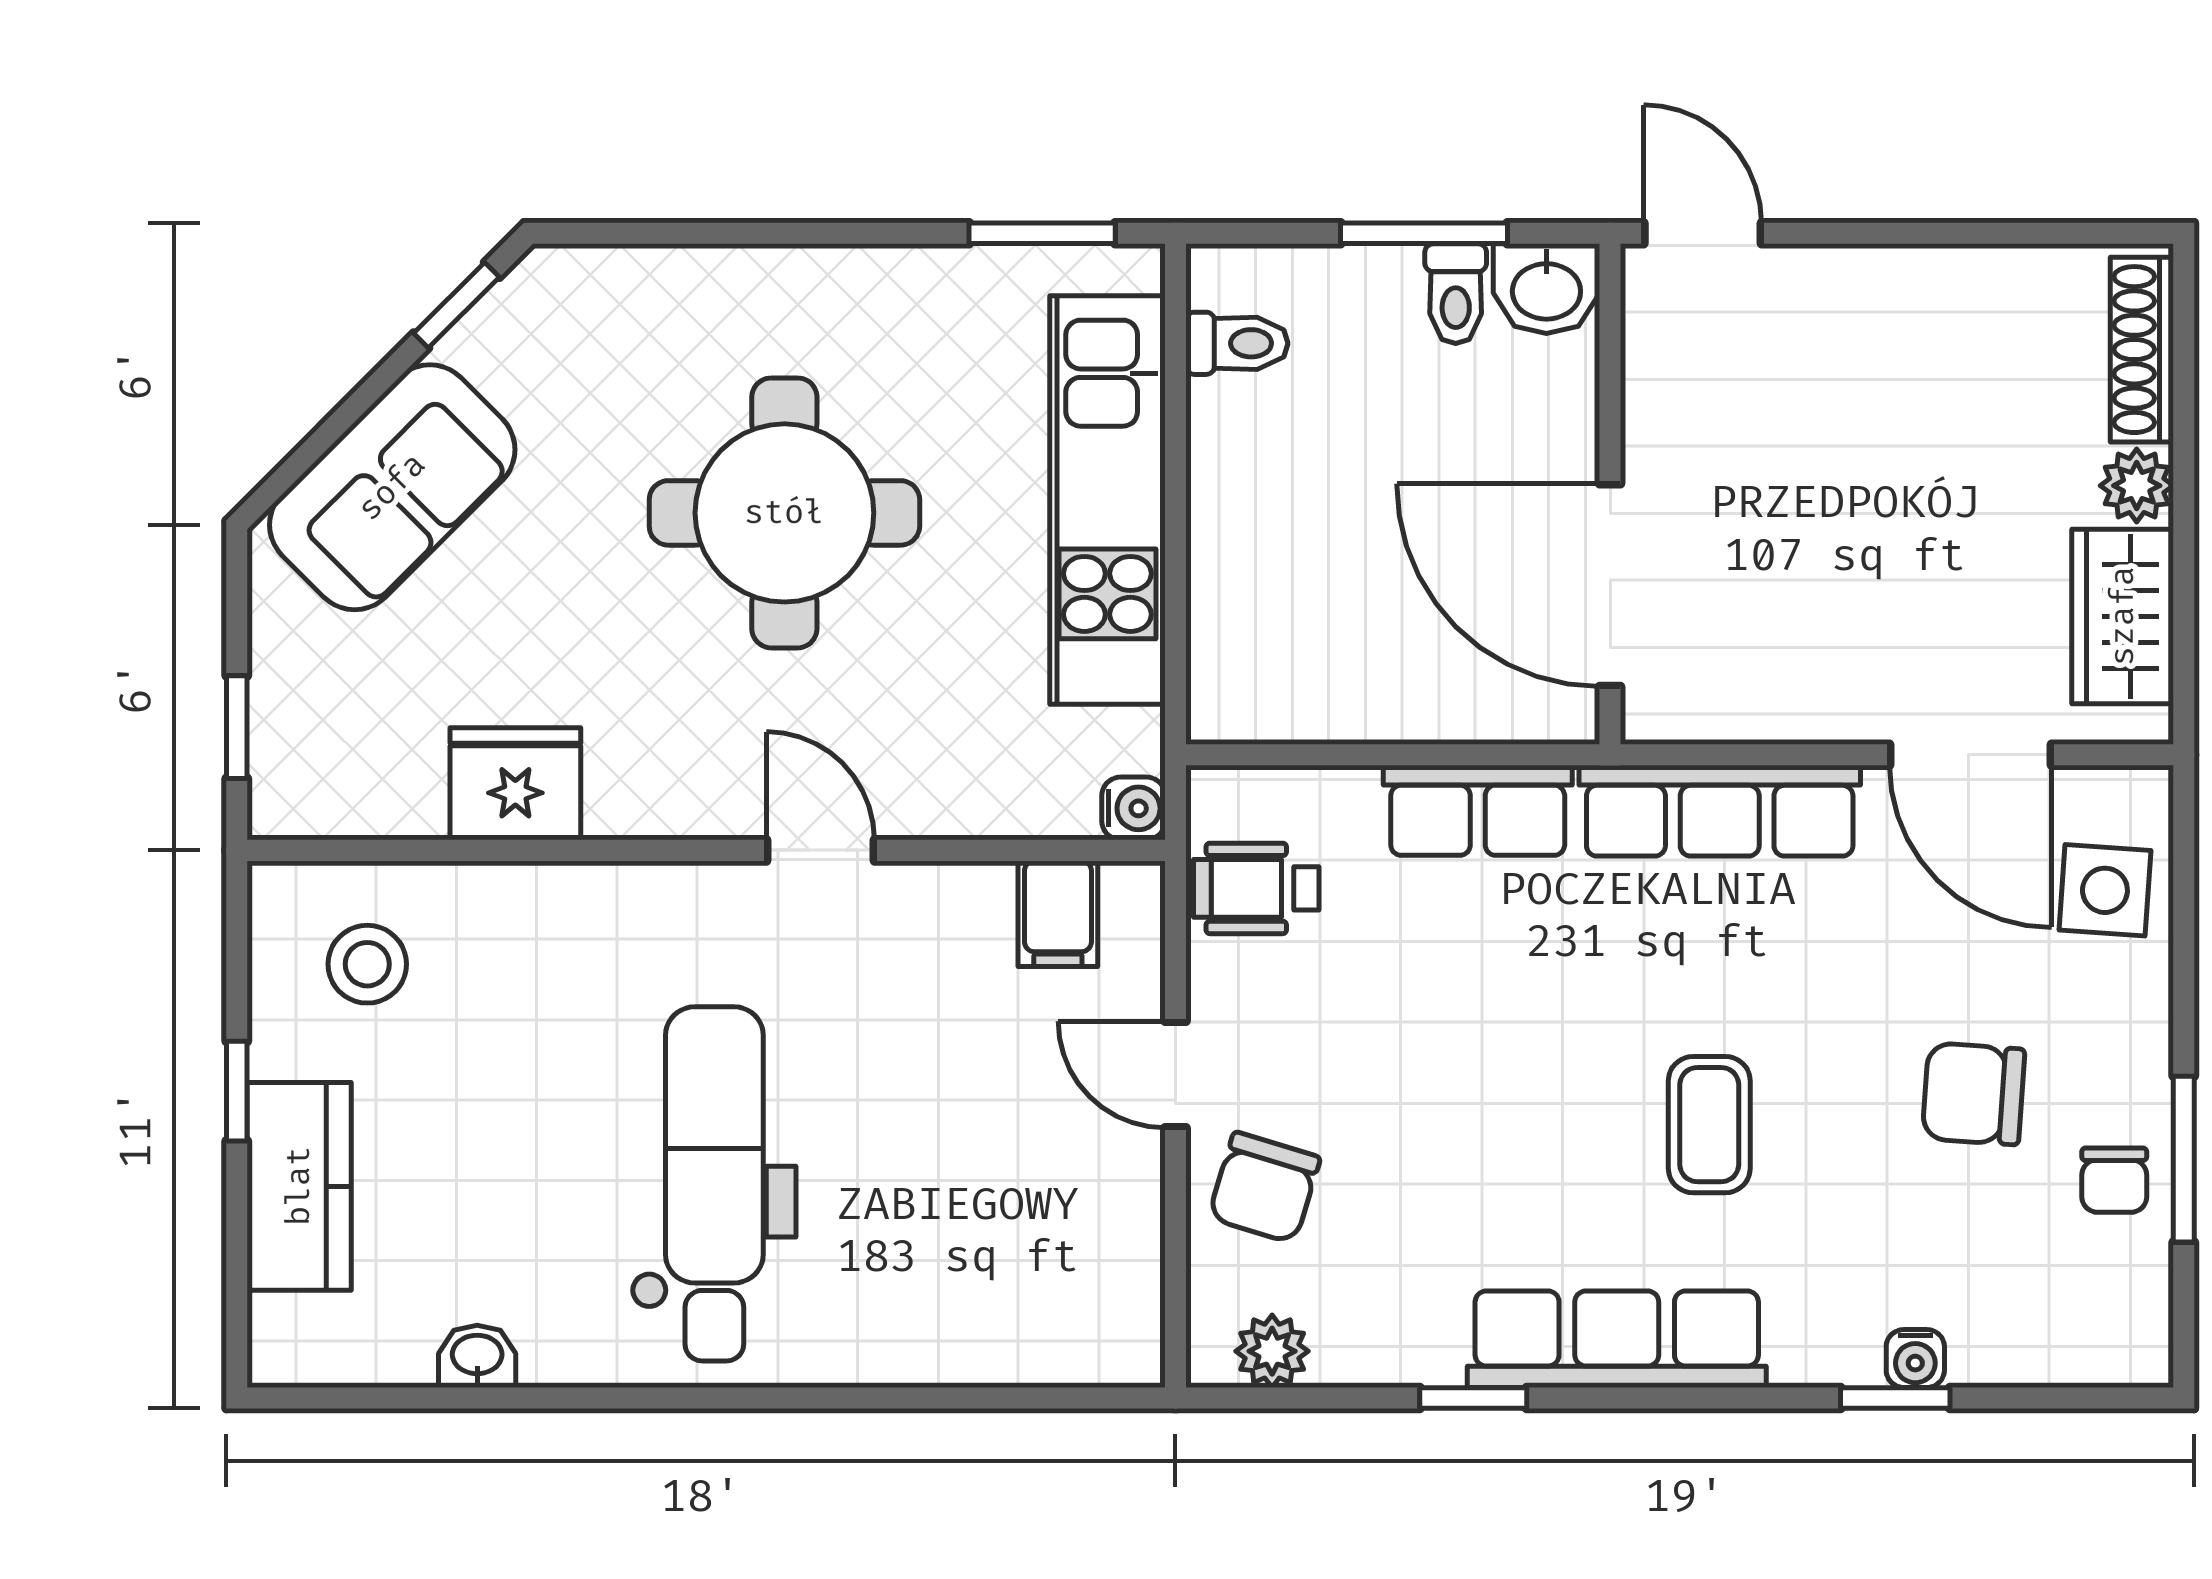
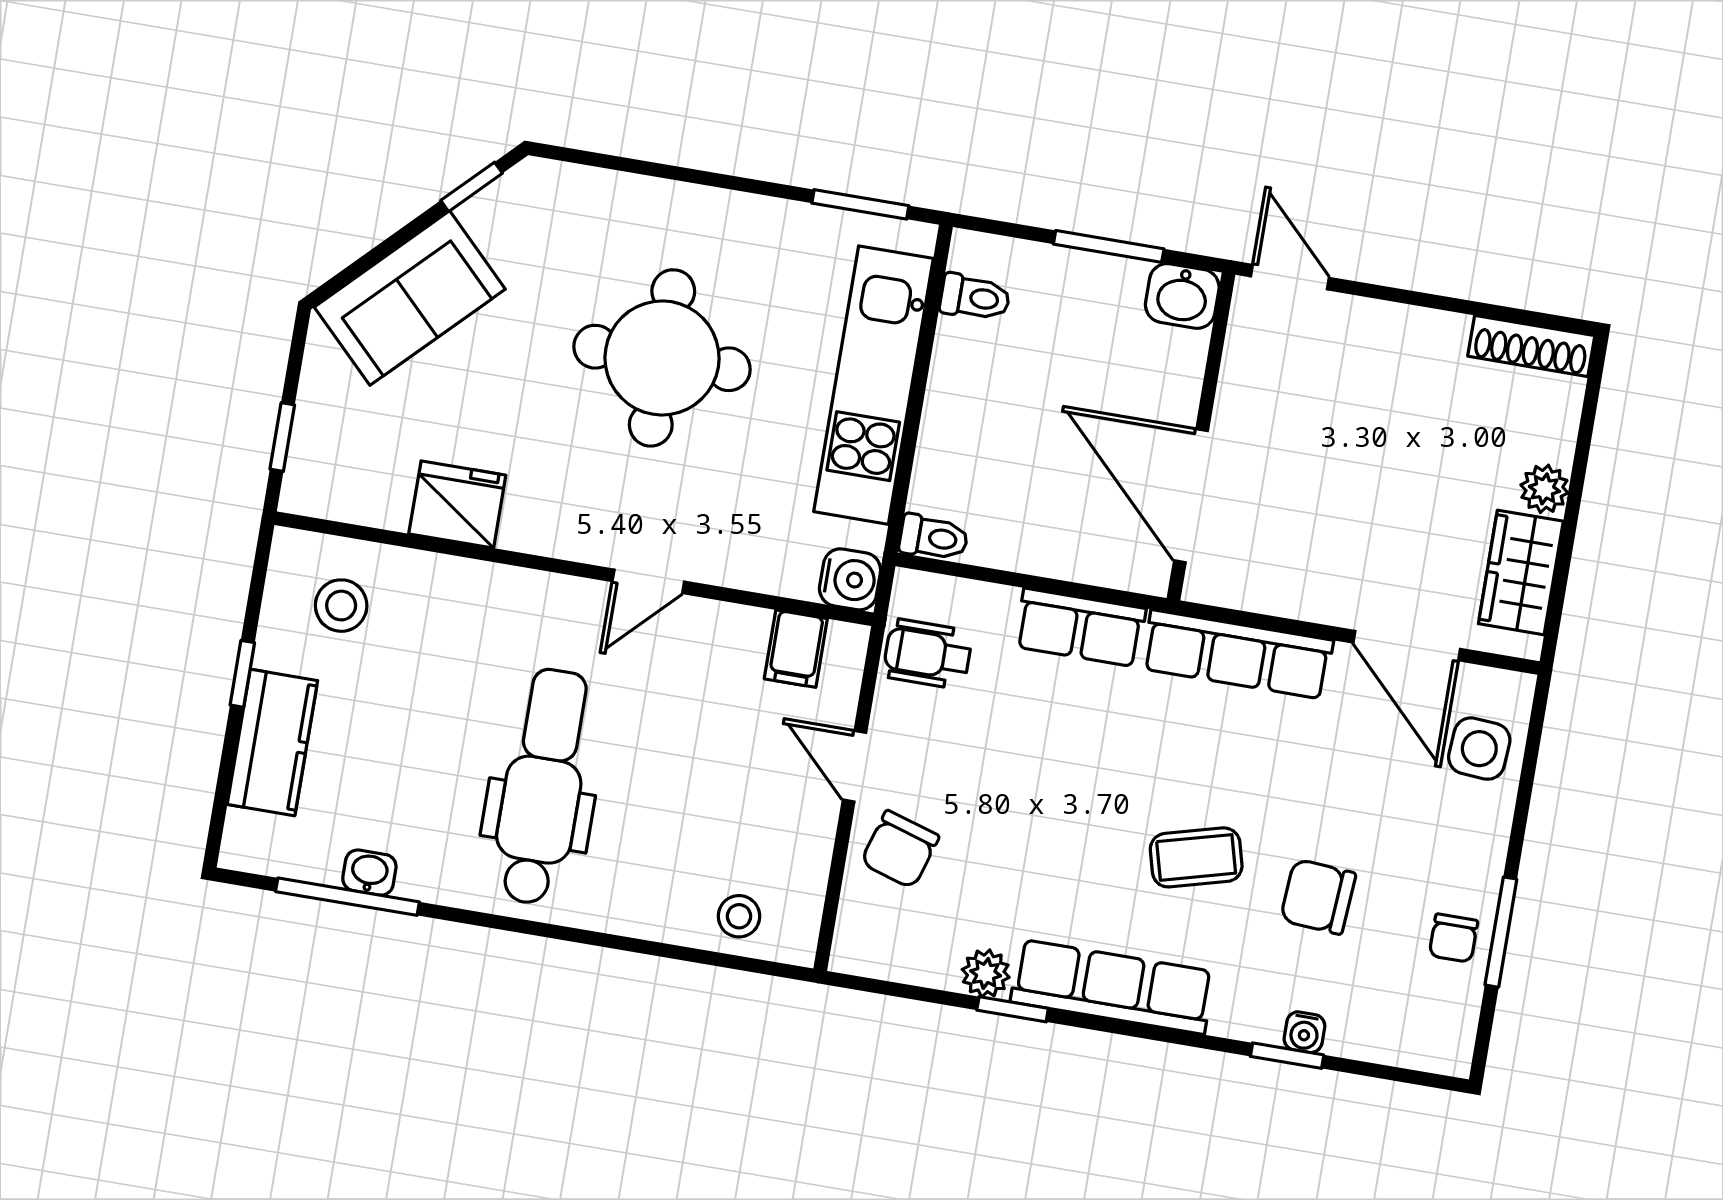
toilet: (1456, 294) -> (934, 538), moved, turned -90
shoe rack: (2142, 350) -> (1531, 346), moved, turned -90
water cooler: (1133, 808) -> (850, 579), width x1.38, depth x1.38
door: (820, 850) -> (648, 581), swing flipped
chair: (1974, 1094) -> (1318, 897), moved
coffee table: (1709, 1125) -> (1196, 857), turned 75
stool: (1041, 1328) -> (739, 916), added
plant: (1272, 1351) -> (986, 973), moved
window: (450, 1398) -> (347, 897), added

